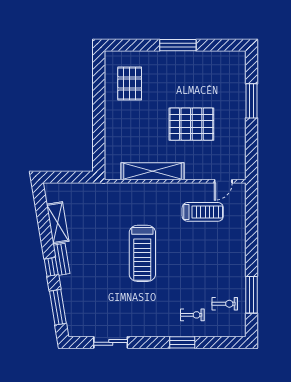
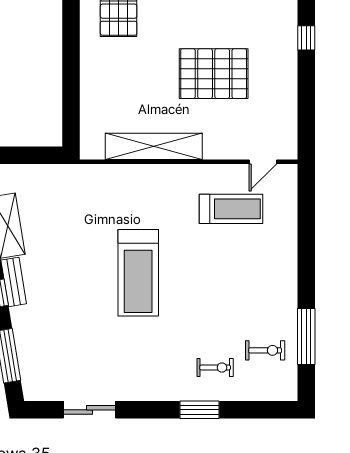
window: (252, 101) -> (306, 38), width x0.46

